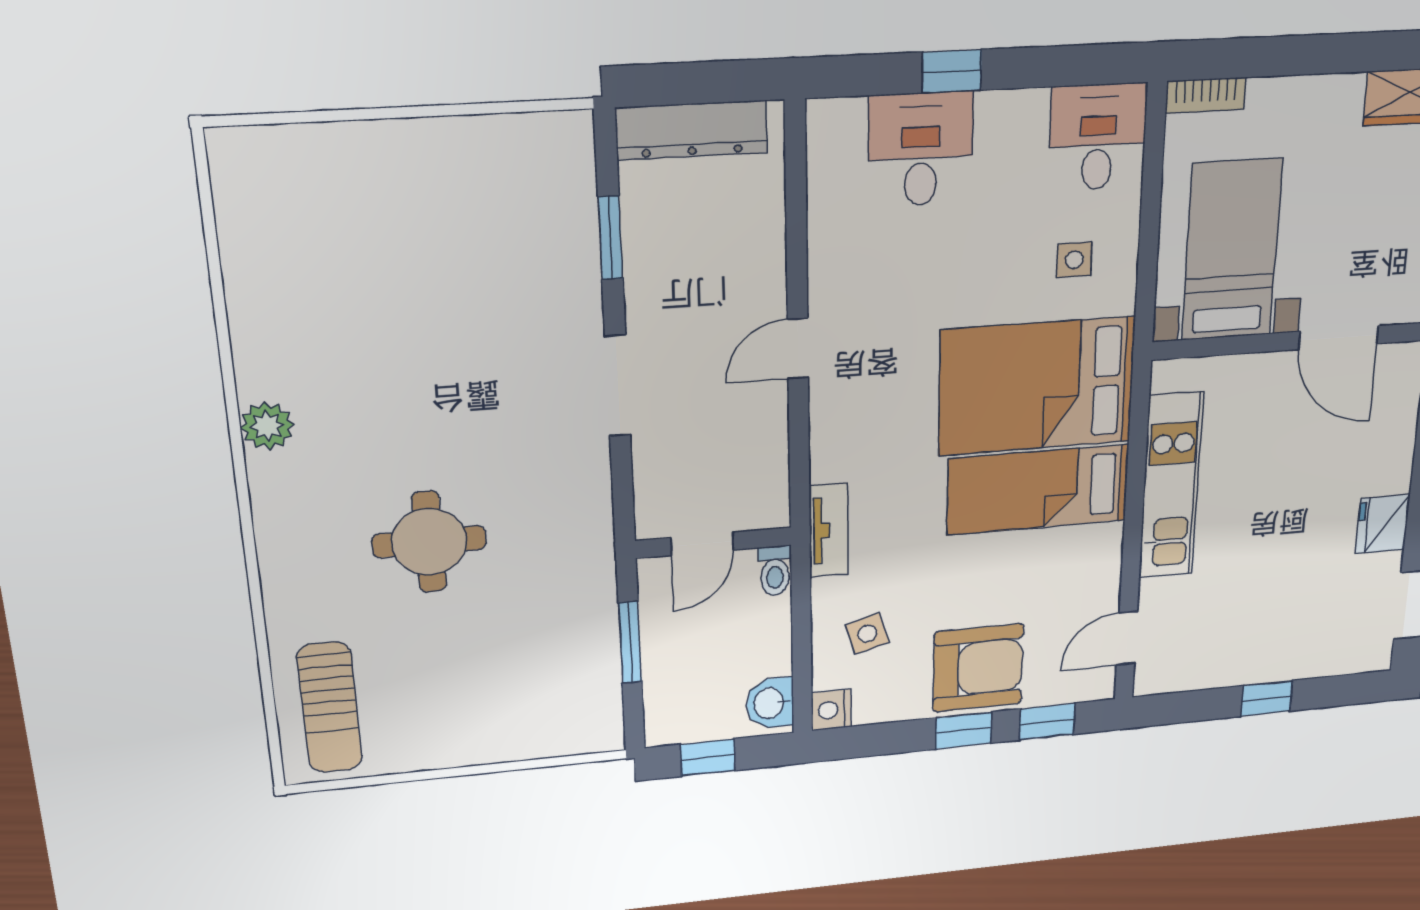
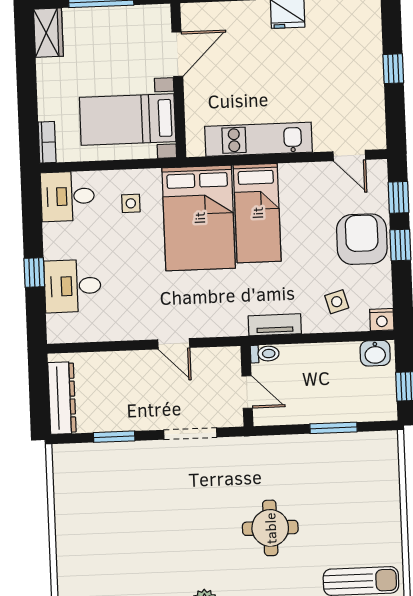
wall: (714, 543) -> (247, 386), moved
door: (702, 544) -> (247, 392), moved
toilet: (775, 571) -> (265, 354), moved

